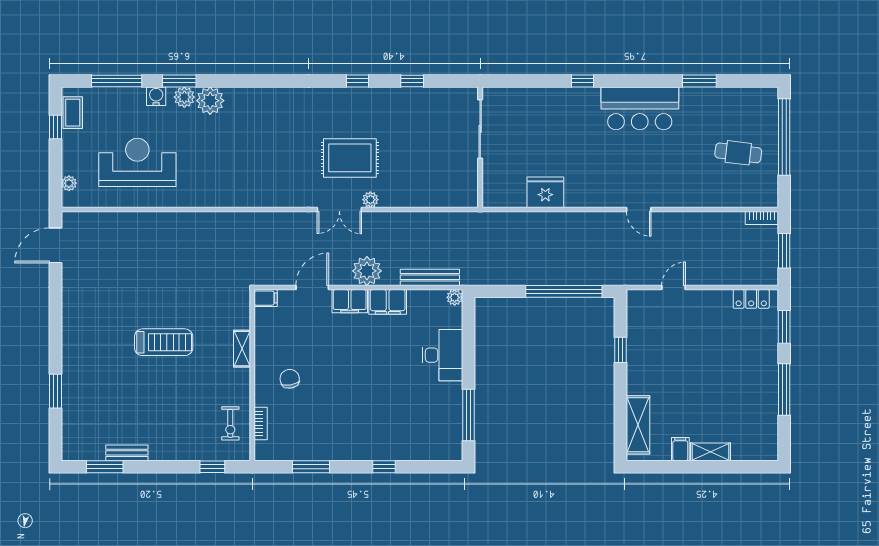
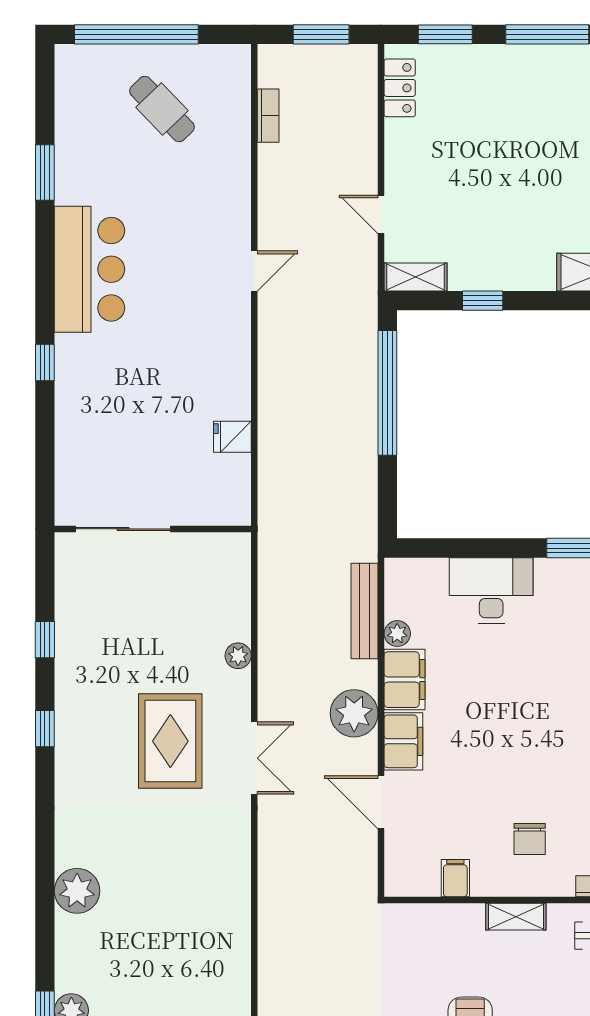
plant: (210, 101) -> (77, 891), moved
cafe table: (738, 153) -> (162, 109), turned -51
fridge: (545, 192) -> (232, 437), width x0.53, depth x0.75
plant: (370, 200) -> (238, 656), moved
bookcase: (762, 218) -> (268, 116), moved
plant: (455, 297) -> (397, 634), moved
filing cabinet: (266, 298) -> (455, 878), moved
shelving: (635, 309) -> (416, 277), added
shelving: (242, 349) -> (516, 917), moved
chair: (290, 379) -> (530, 839), turned -81

